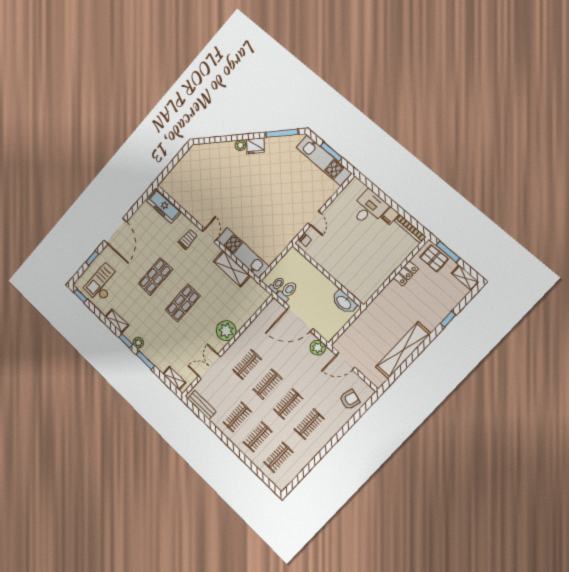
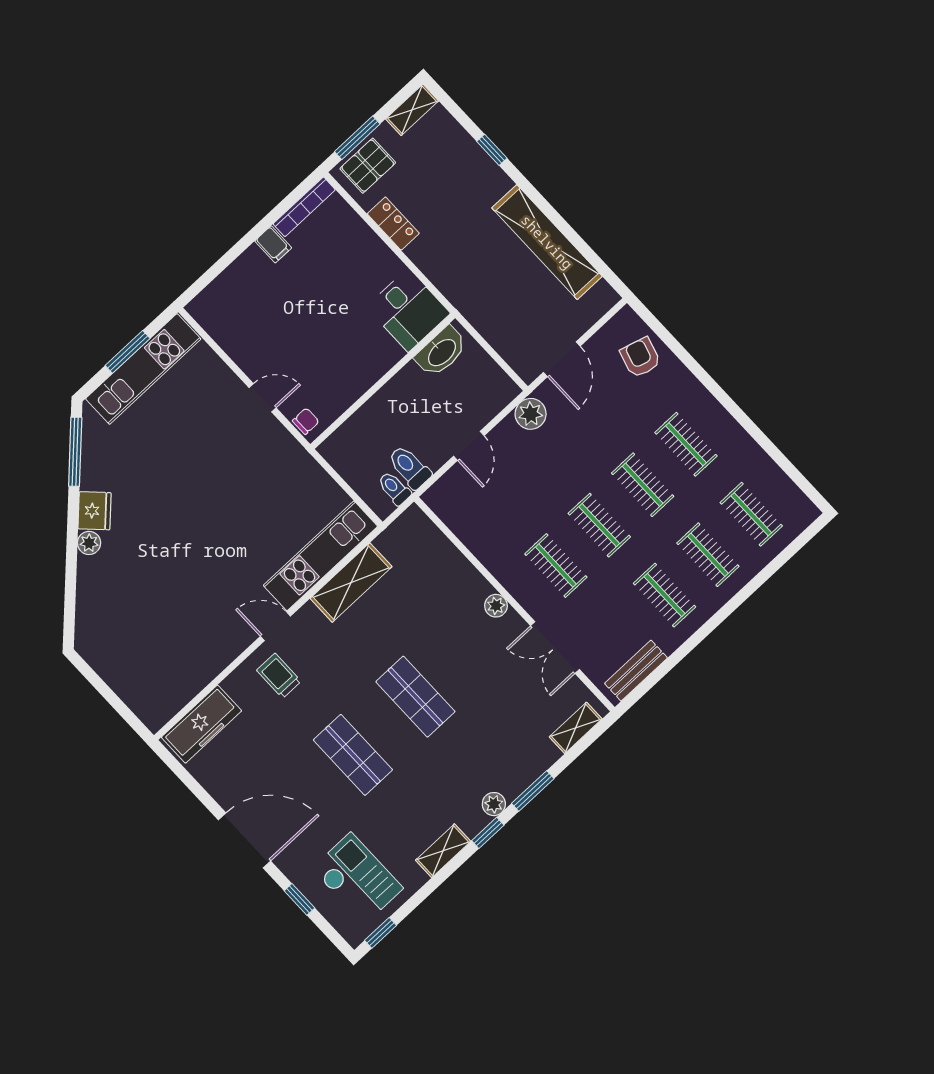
desk: (369, 208) -> (408, 310), moved, turned 180
checkout: (103, 283) -> (357, 878), turned 180
door: (300, 319) -> (469, 446), width x0.53
plant: (226, 331) -> (496, 606), width x0.53, depth x0.53

